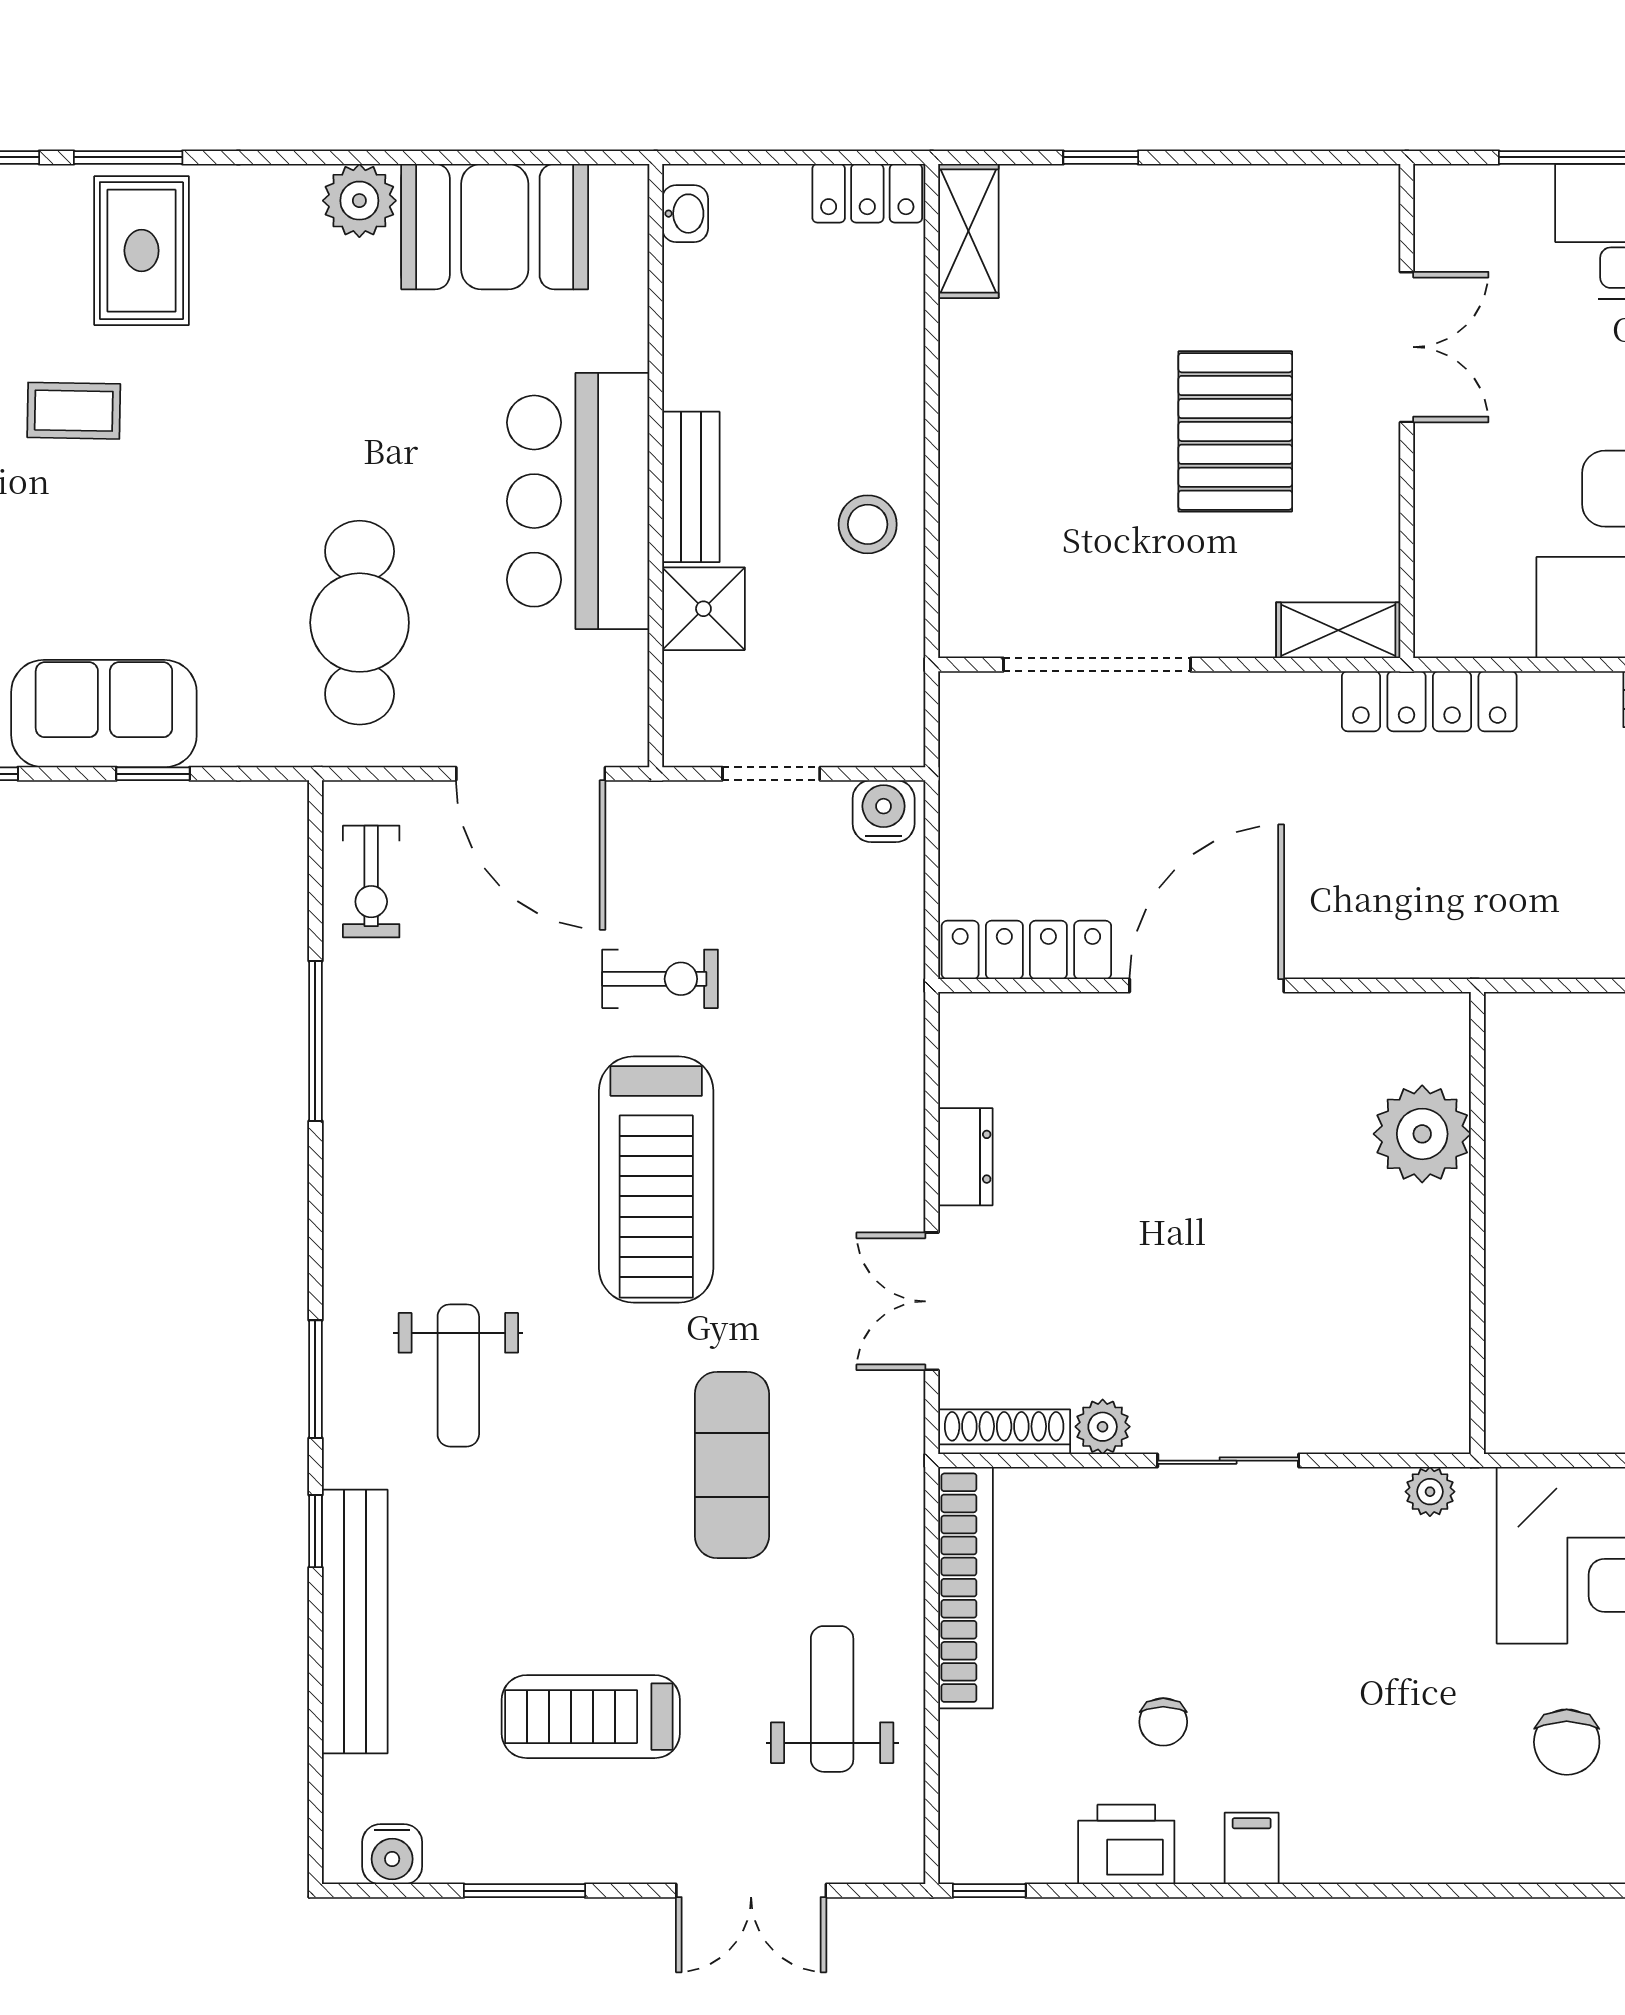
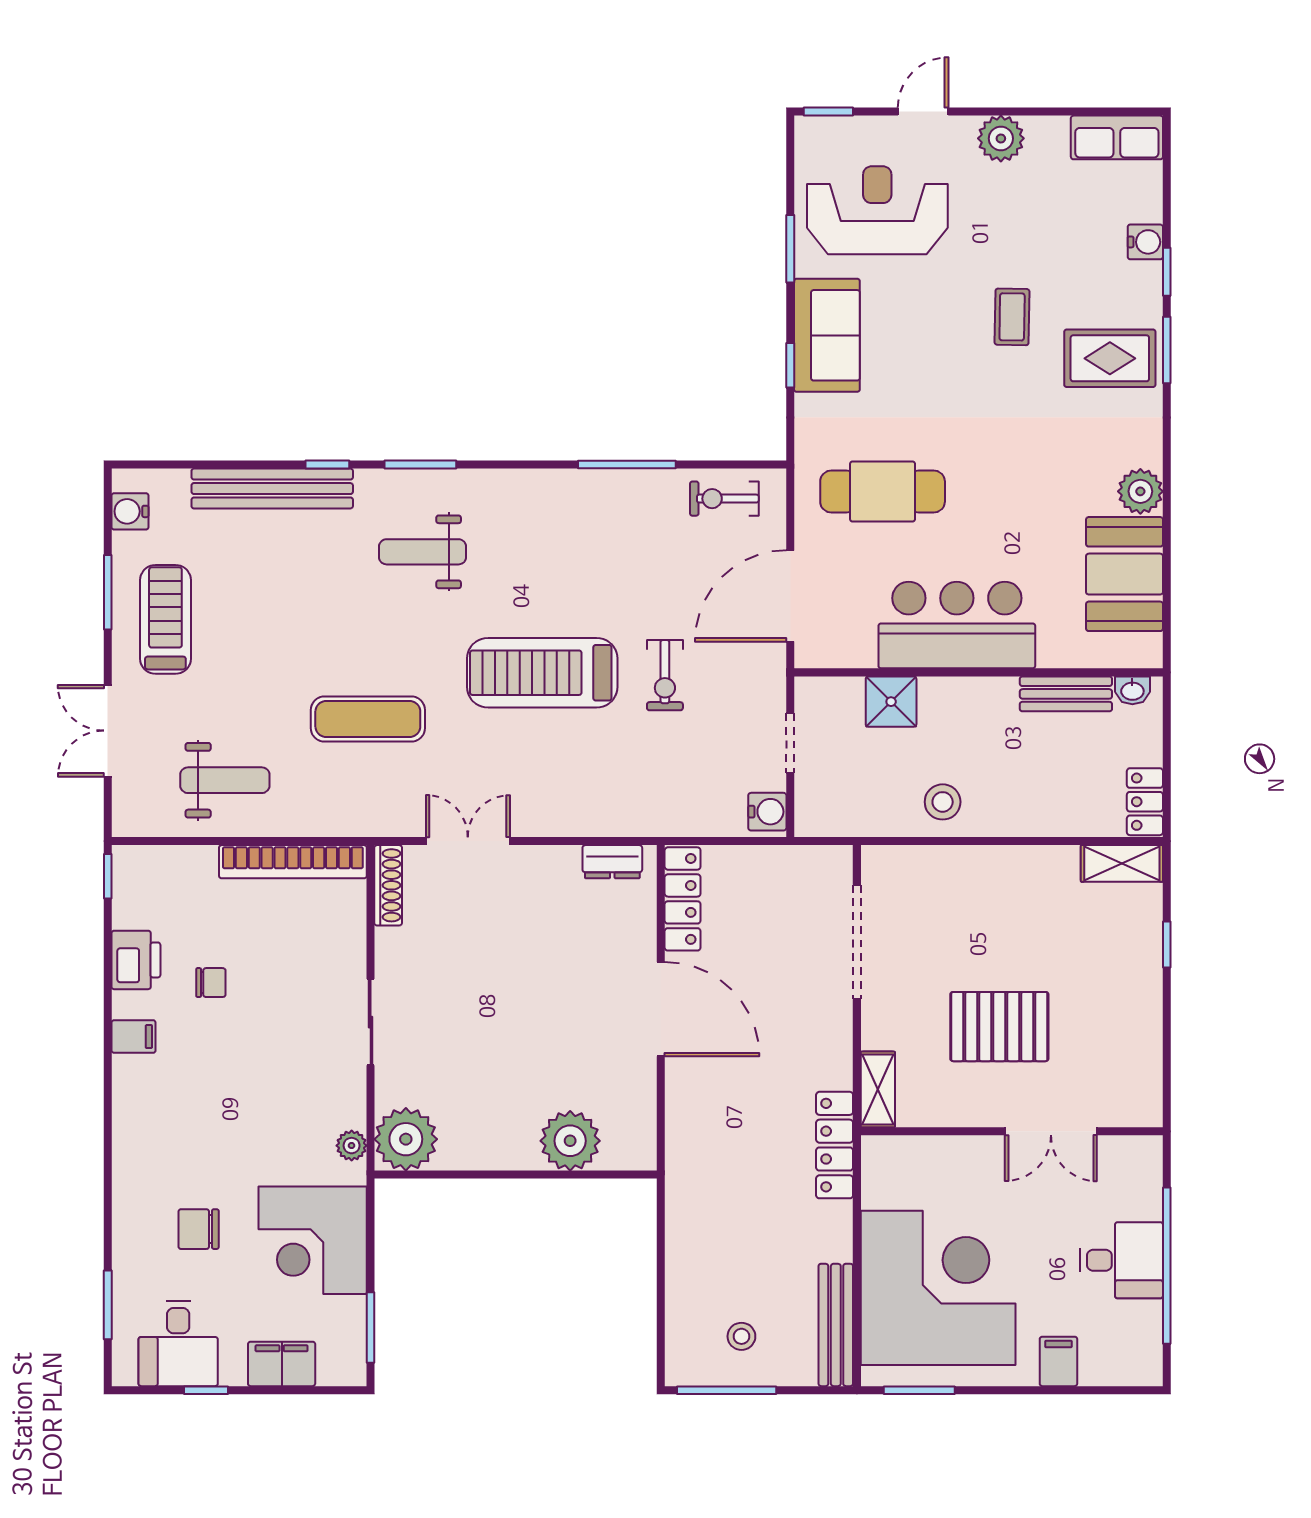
bench: (691, 487) -> (1066, 694), moved
dresser: (965, 1157) -> (612, 862), moved
plant: (1103, 1427) -> (406, 1139), moved, width x1.87, depth x1.87
treadmill: (591, 1717) -> (165, 619), moved
chair: (1163, 1722) -> (211, 983), turned 180

